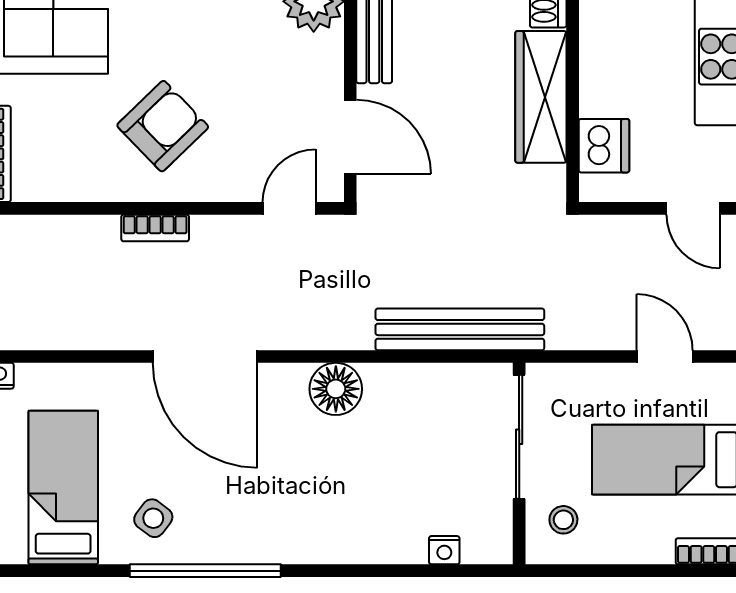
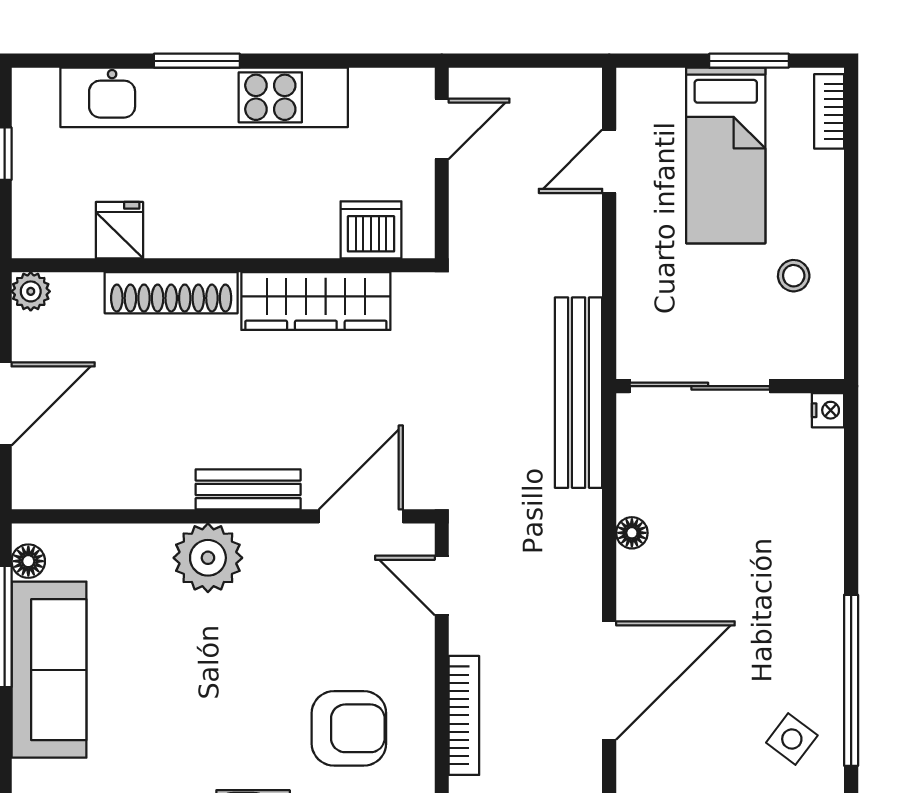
armchair: (163, 126) -> (349, 728), turned 134
bookcase: (155, 228) -> (464, 715), width x1.56
floor lamp: (336, 389) -> (632, 533), width x0.53, depth x0.53
sliding door: (519, 437) -> (700, 386), moved
wall: (519, 464) -> (730, 386), moved

